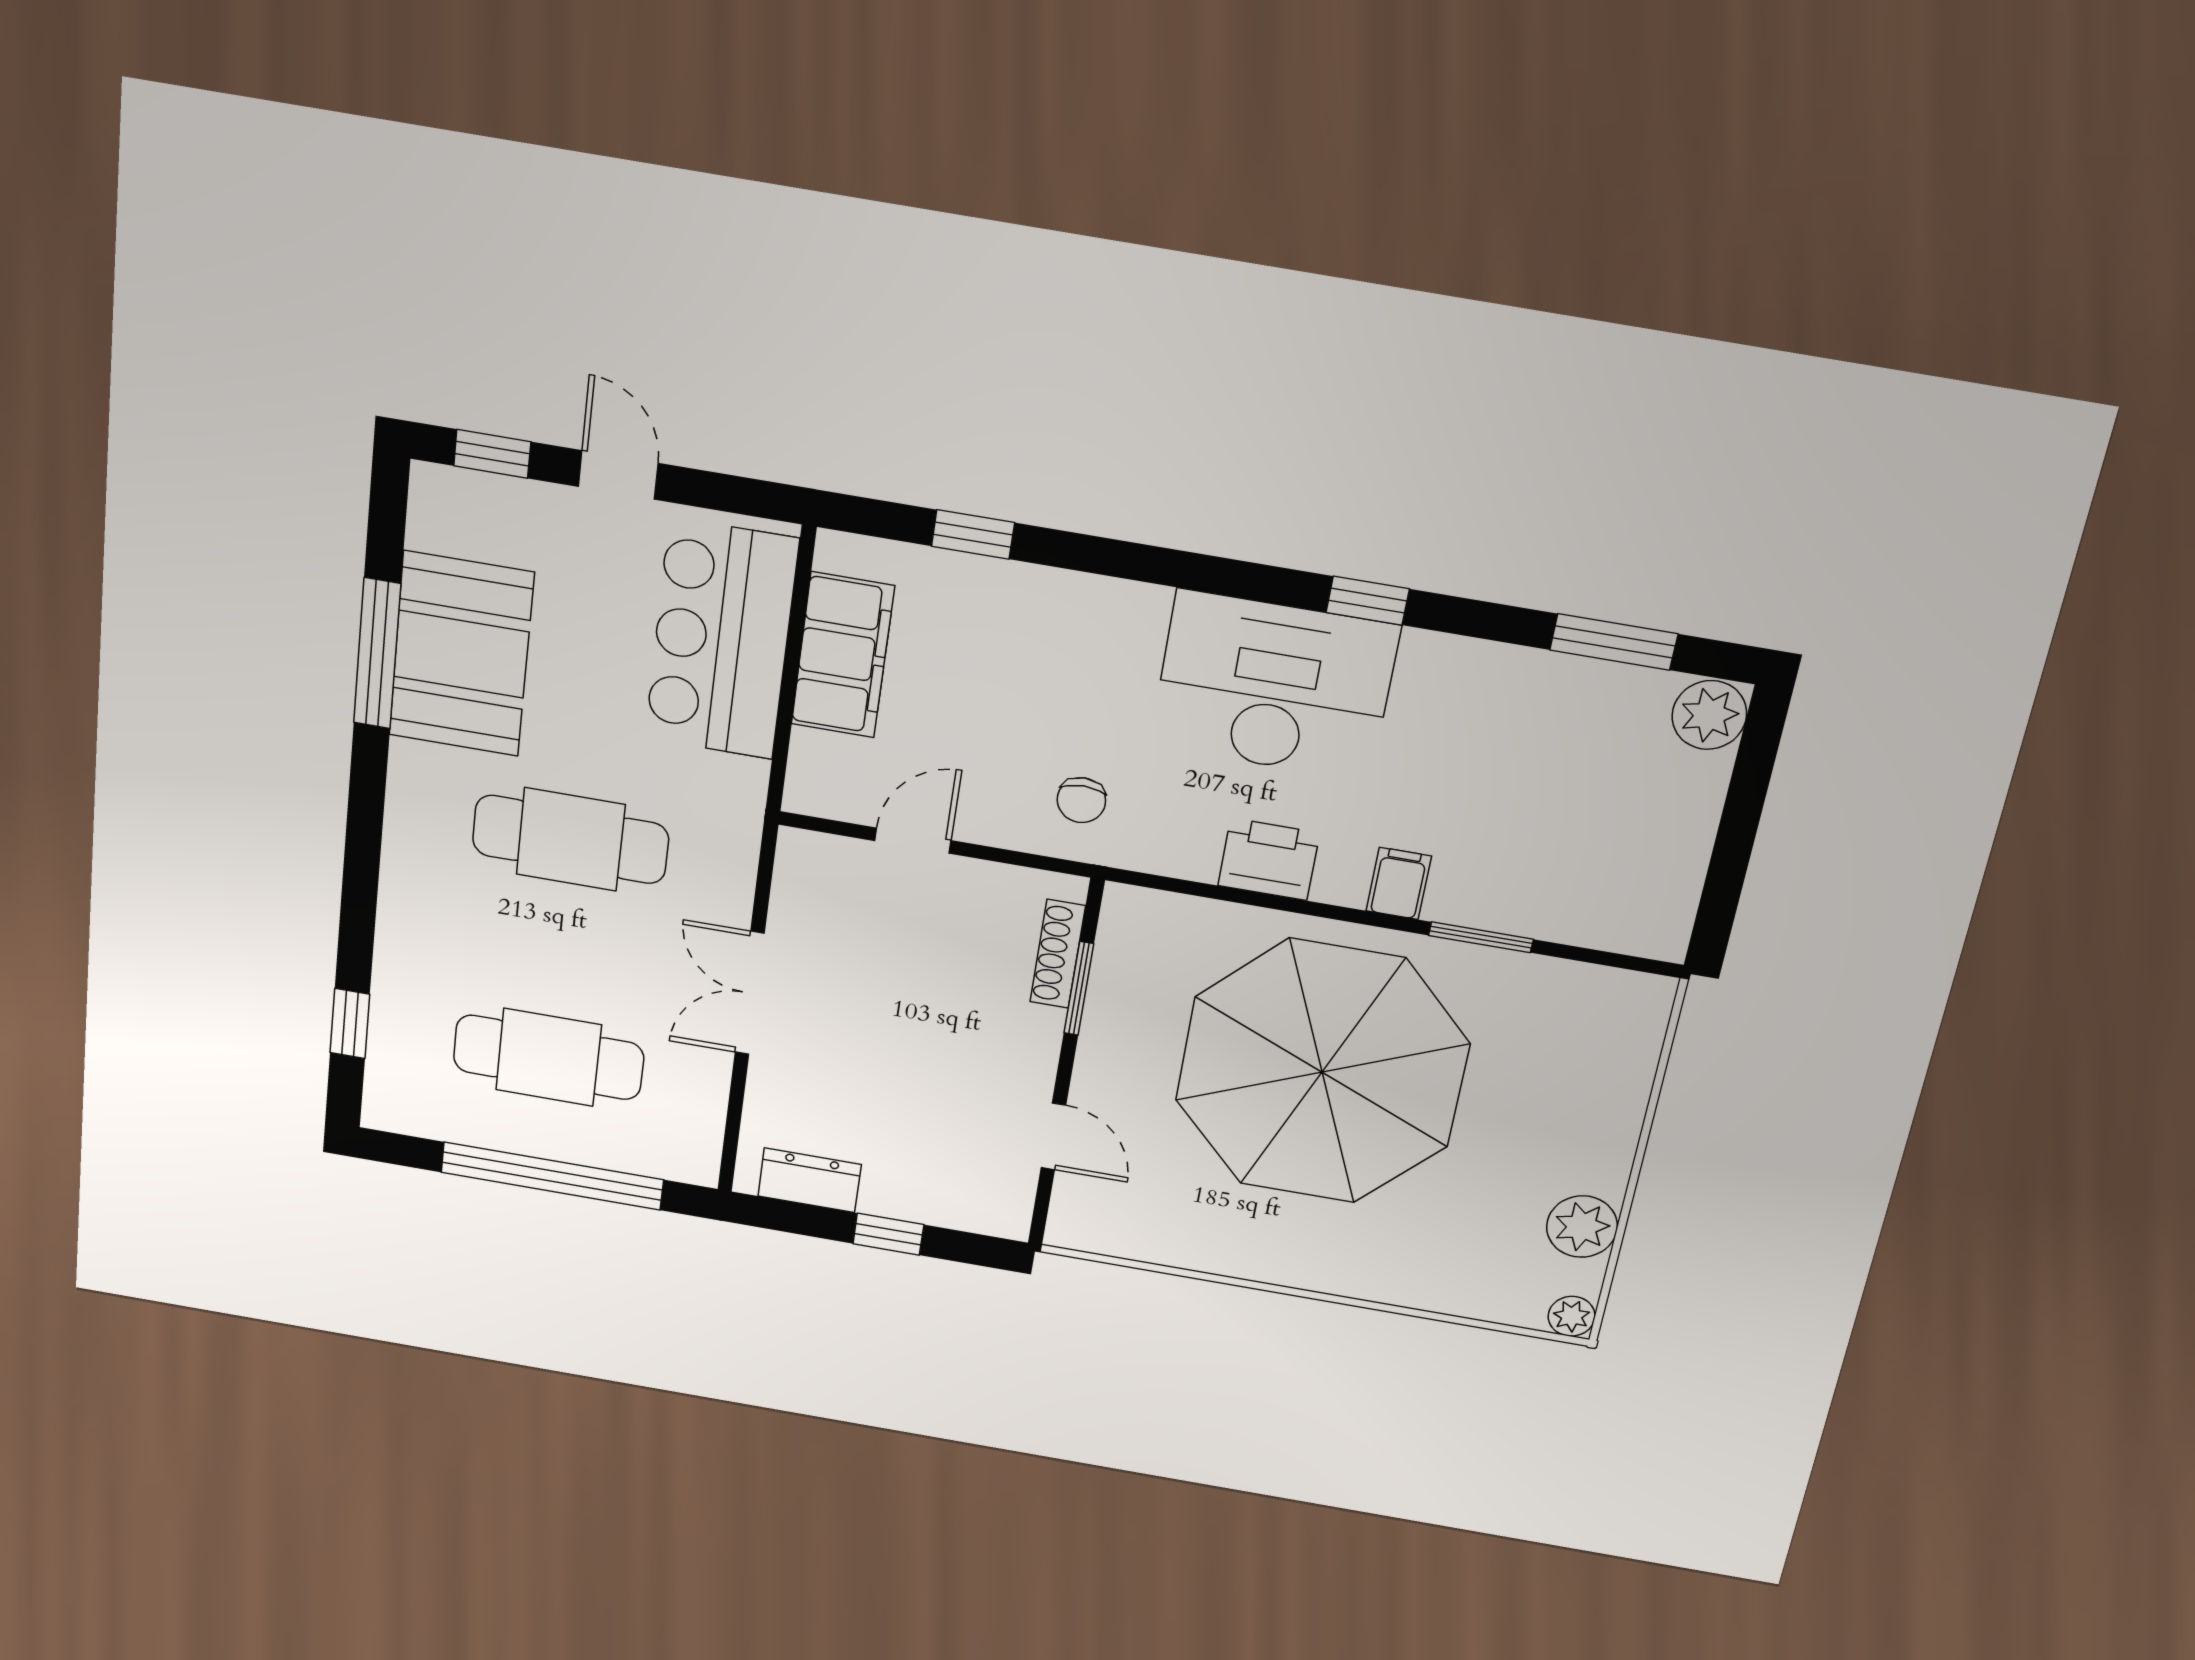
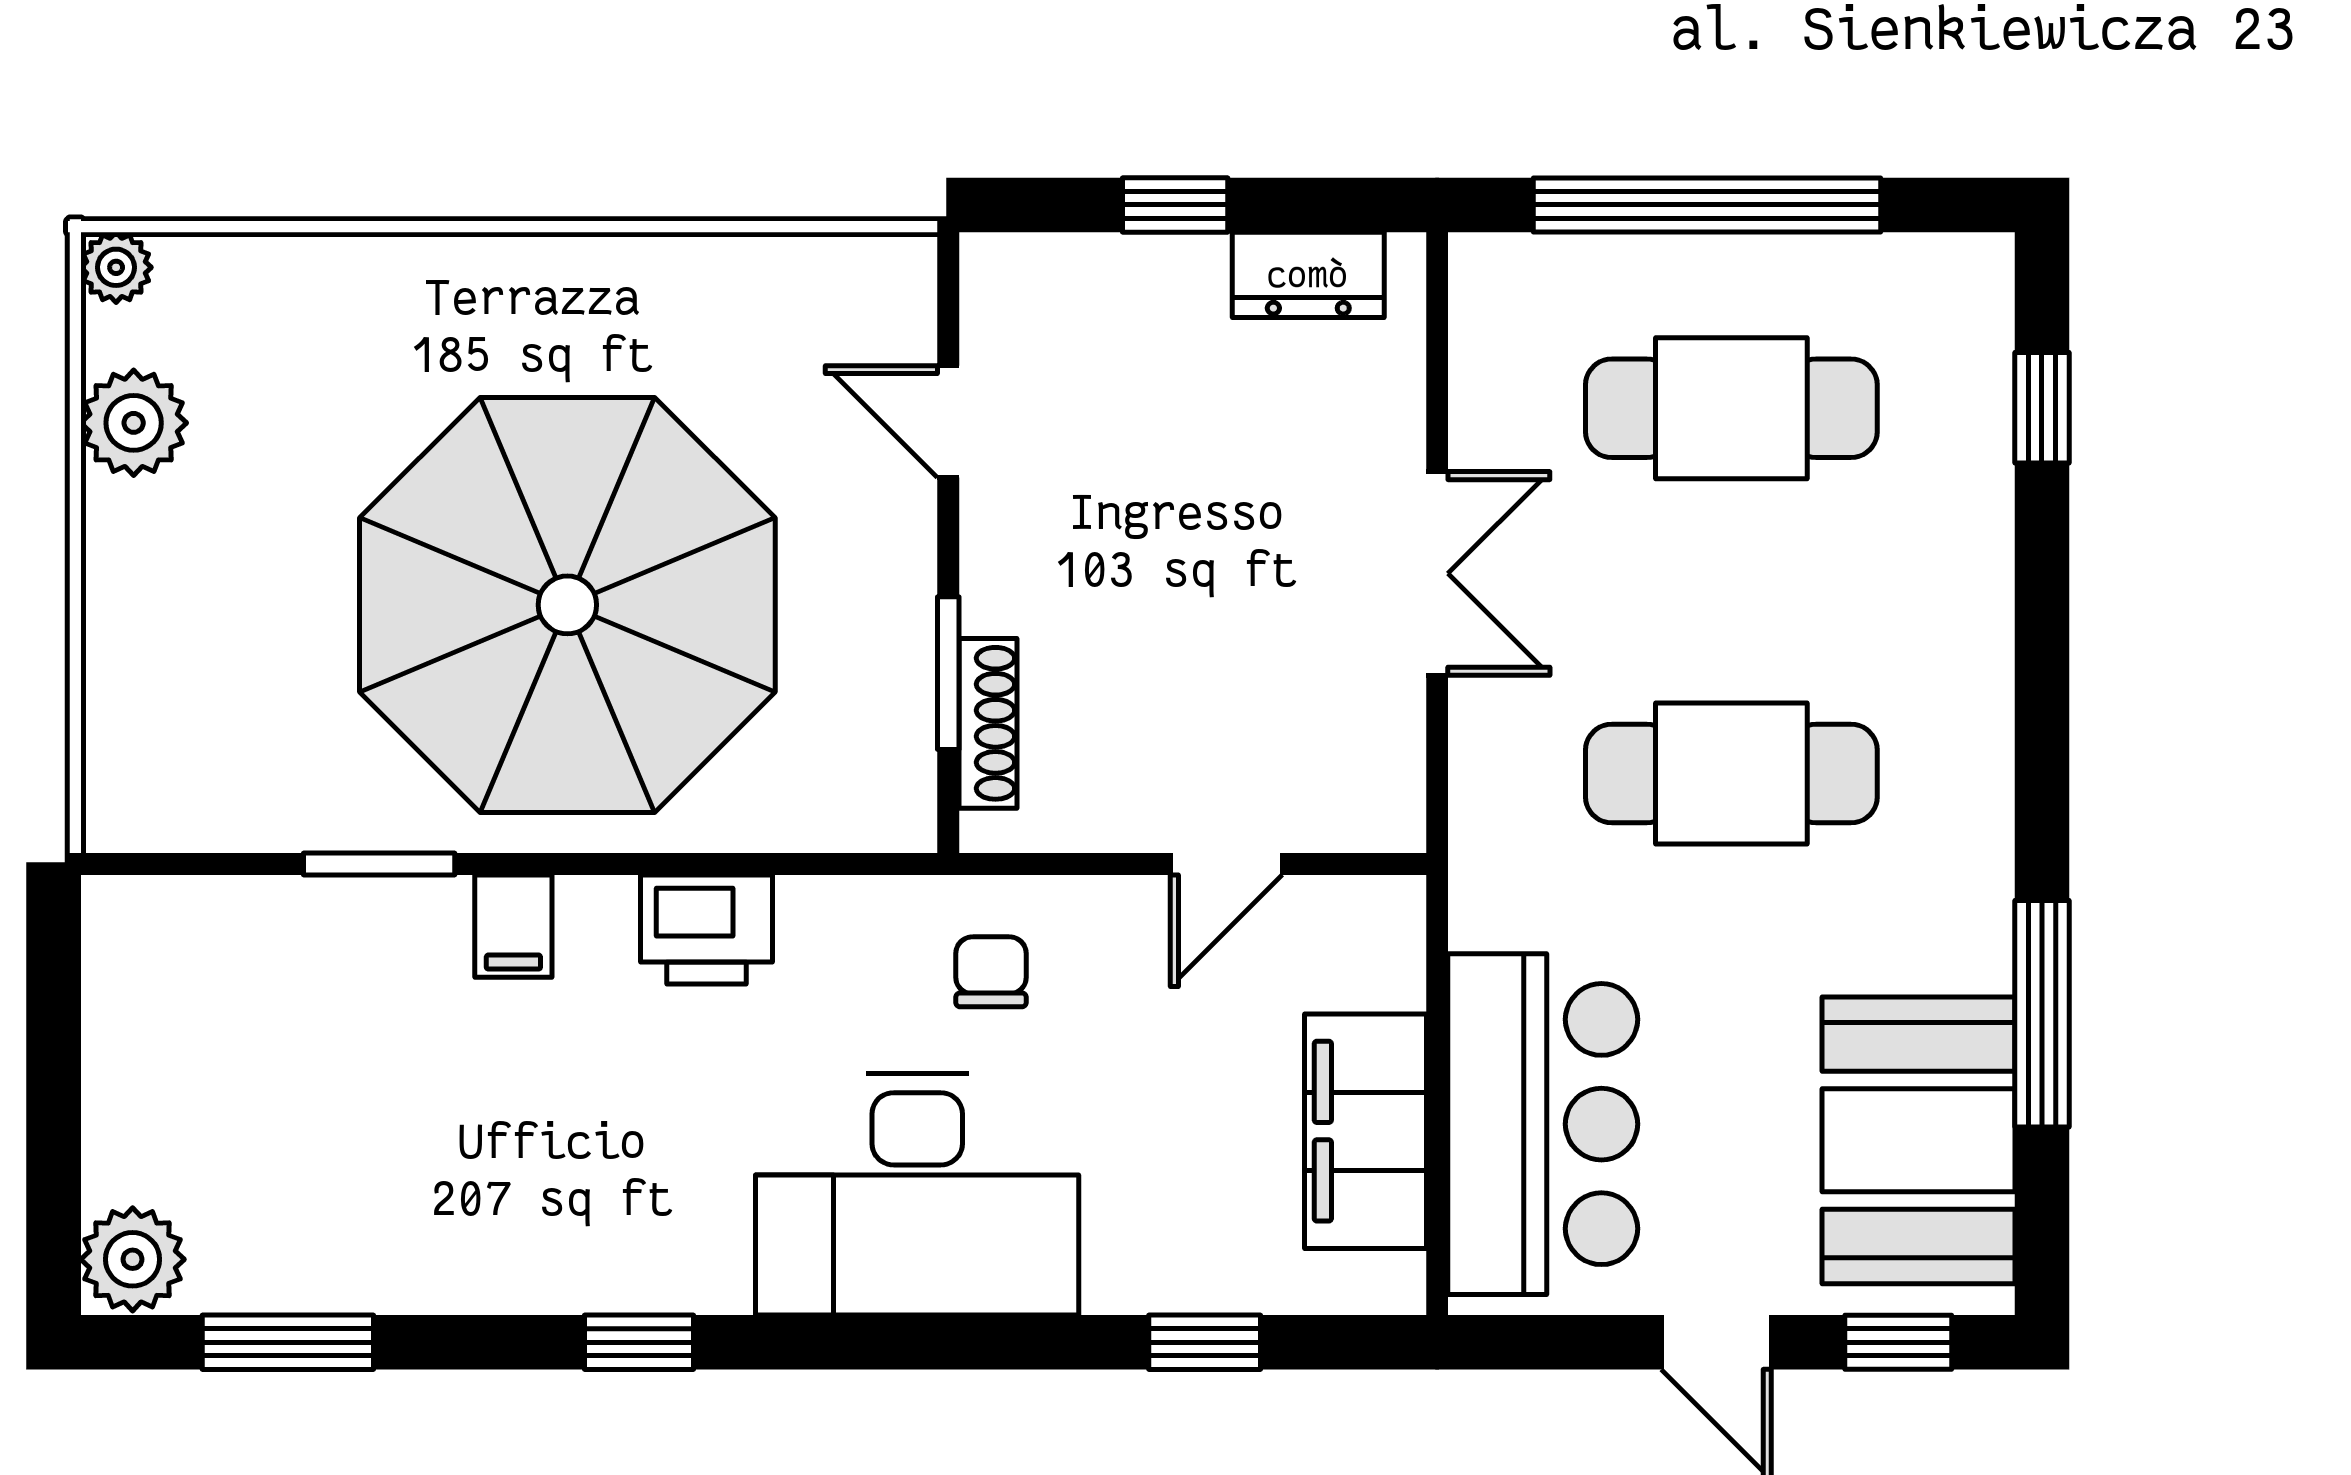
booth: (461, 654) -> (1918, 1140), moved
desk: (1274, 686) -> (917, 1194), moved

